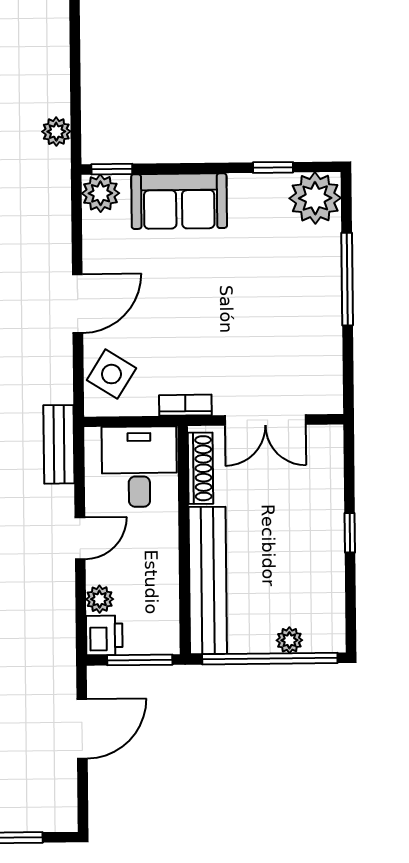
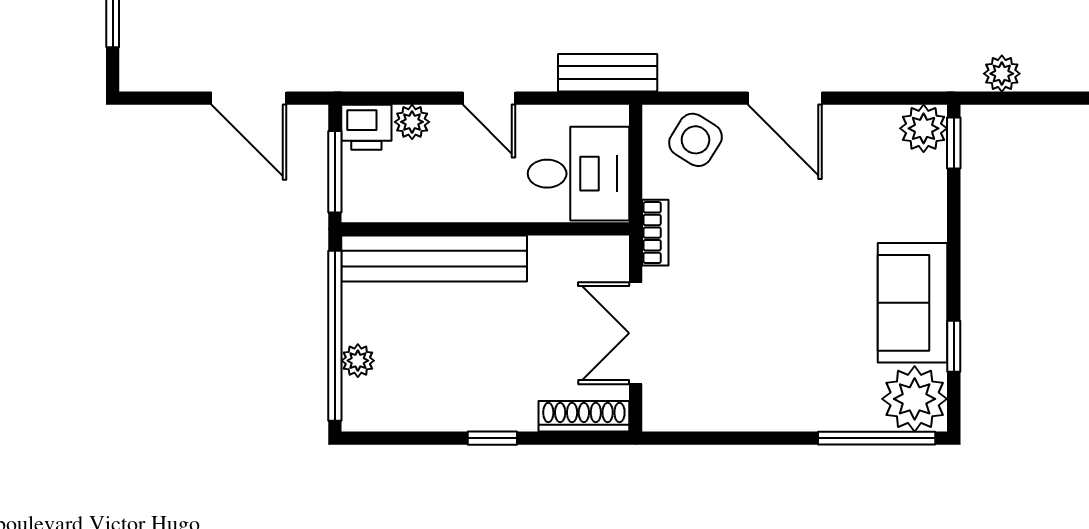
sofa: (179, 201) -> (913, 303), moved
window: (347, 279) -> (877, 438), moved
shoe rack: (200, 468) -> (584, 416), moved, turned 180

